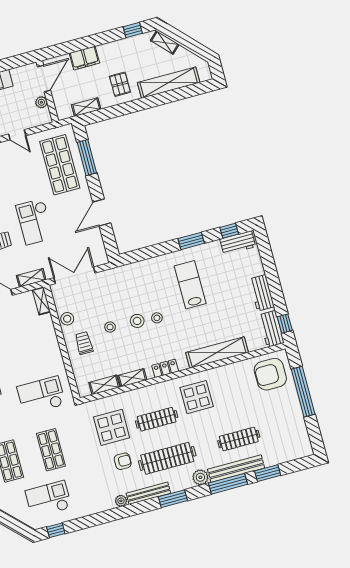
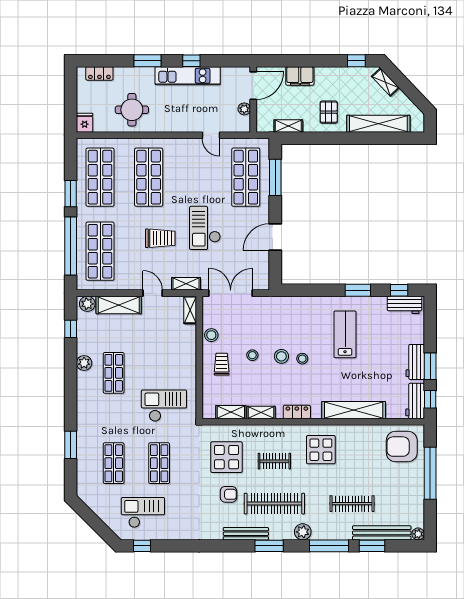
window: (277, 293) -> (430, 366), added
clothes rail: (157, 419) -> (274, 461), width x0.73
bench: (236, 469) -> (382, 533), moved
plant: (121, 501) -> (418, 534), moved

